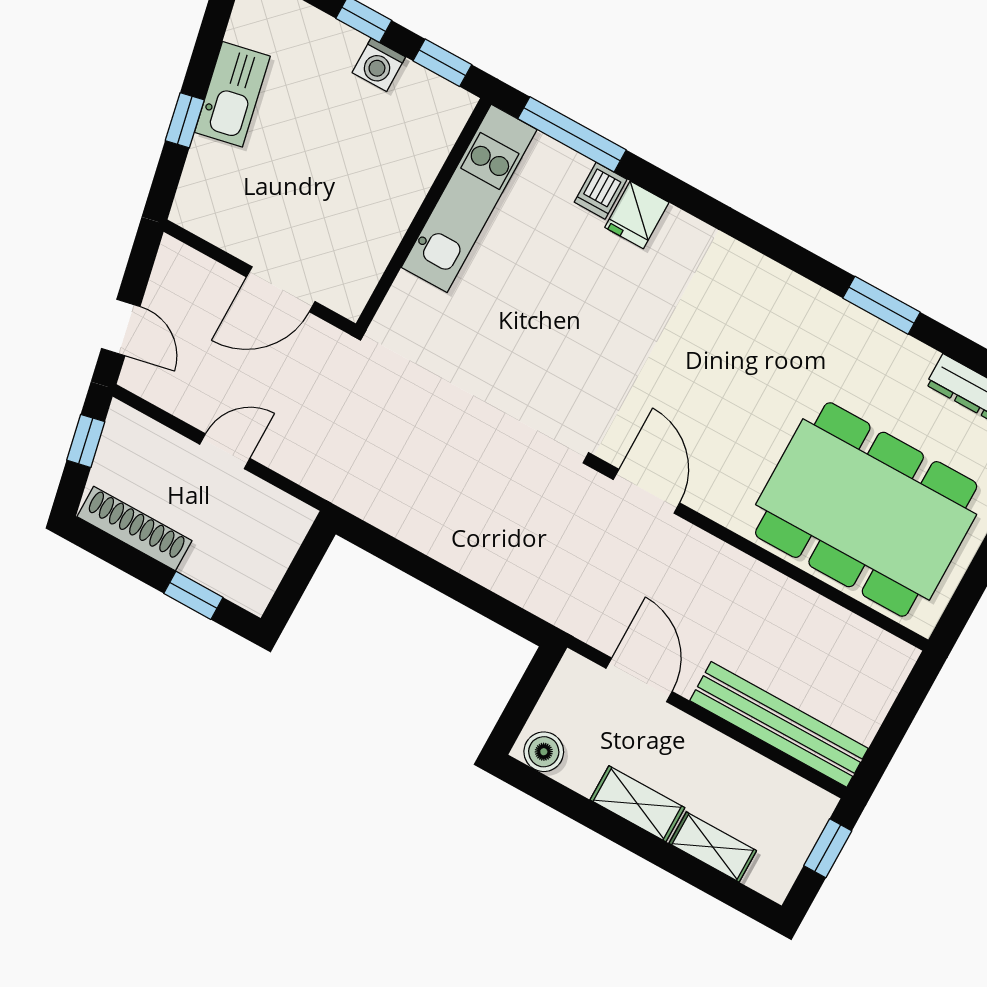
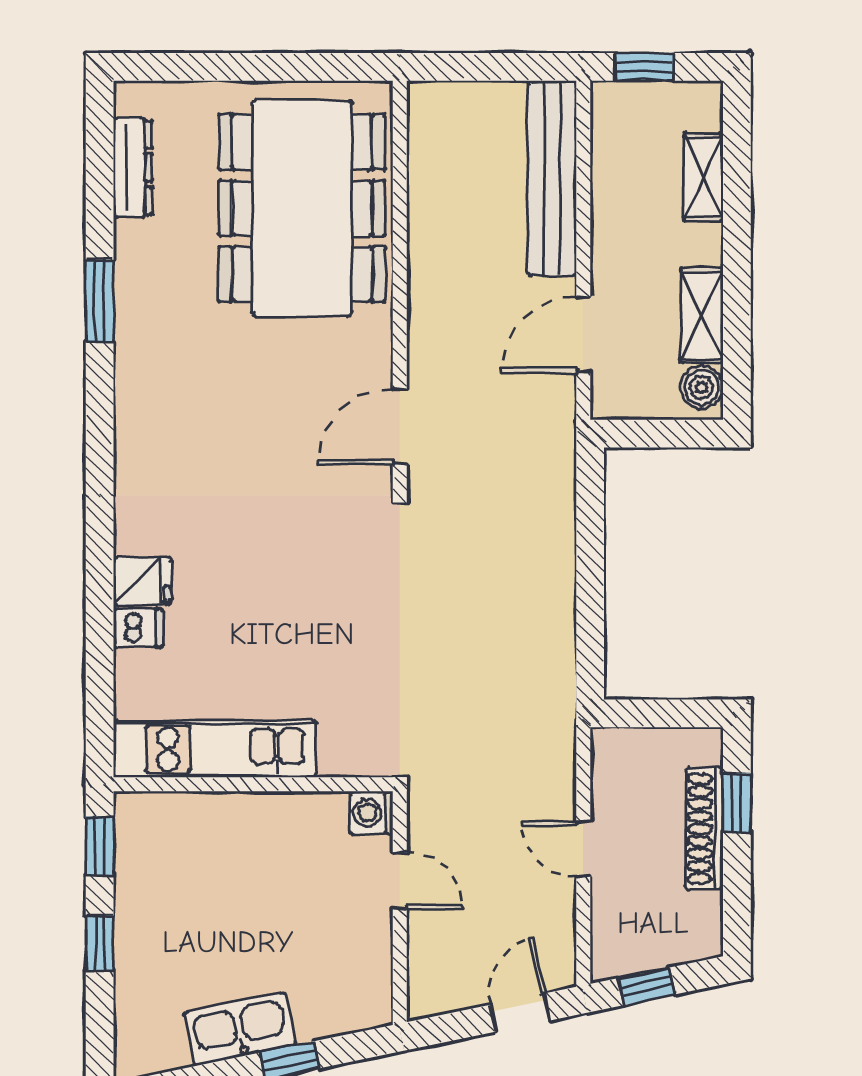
washing machine: (379, 65) -> (371, 813), moved, turned 180
window: (572, 134) -> (100, 685), removed
door: (281, 289) -> (400, 880), width x0.73
shoe rack: (134, 529) -> (704, 829), moved
shelving: (637, 804) -> (702, 315), moved

